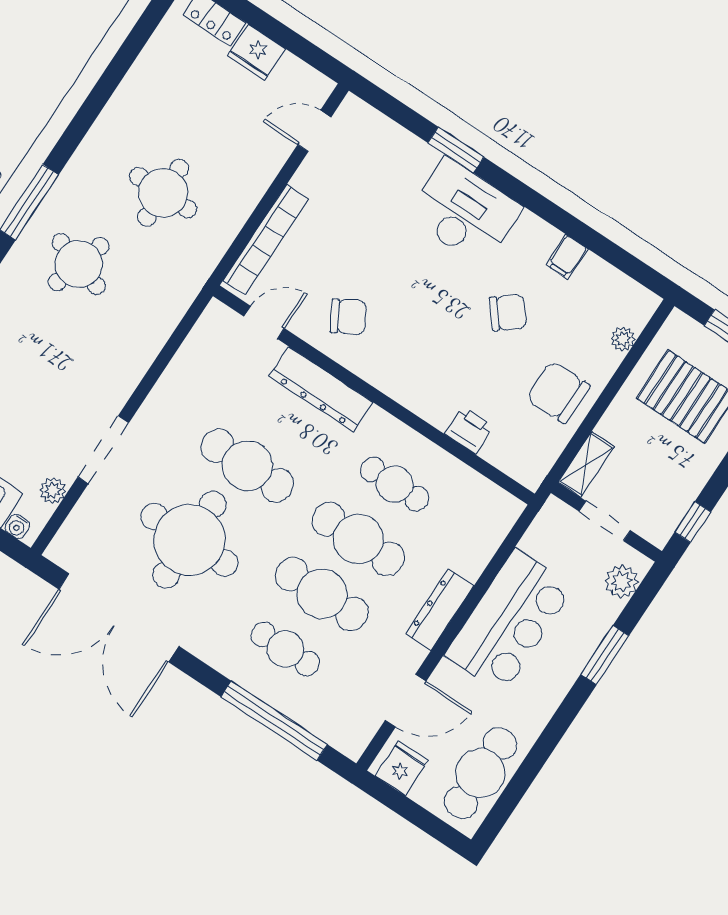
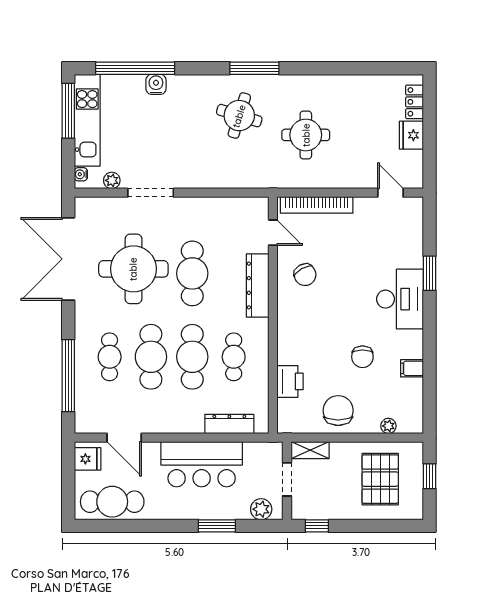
chair: (508, 313) -> (362, 357), turned 39
printer: (469, 430) -> (290, 381), width x1.36, depth x1.24
dresser: (440, 610) -> (229, 424), moved

